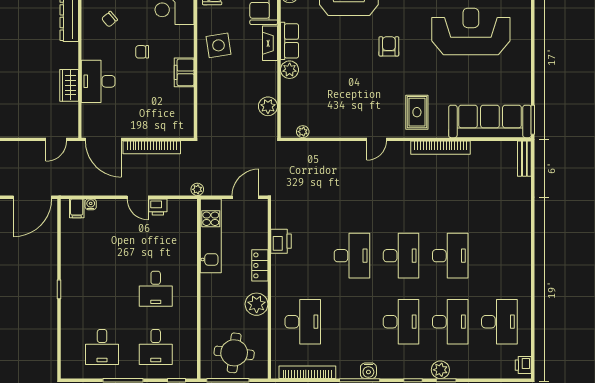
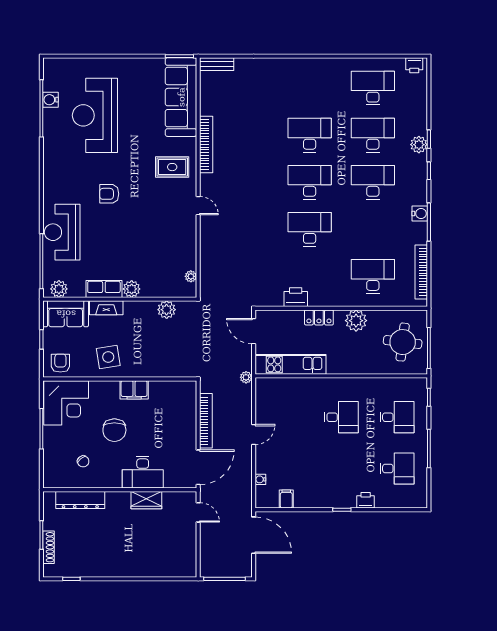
chair: (142, 52) -> (114, 430), width x1.87, depth x1.87
printer: (158, 207) -> (366, 500), moved, turned -90
filing cabinet: (77, 208) -> (286, 499), moved, turned -90

